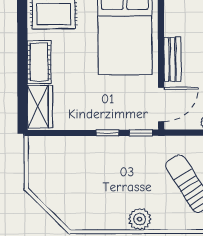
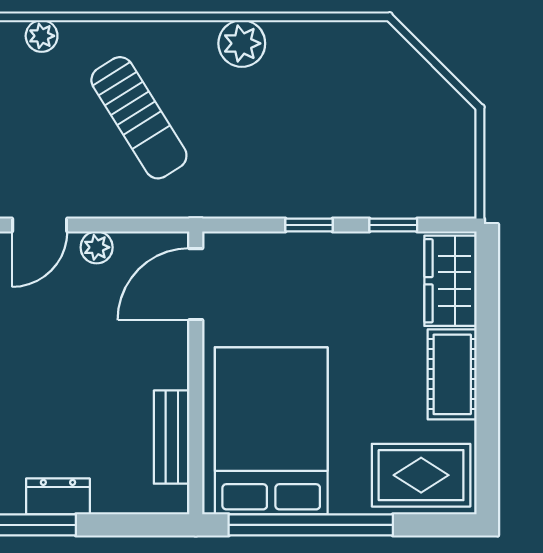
bench: (172, 59) -> (172, 437), moved
window: (141, 133) -> (393, 225), moved

